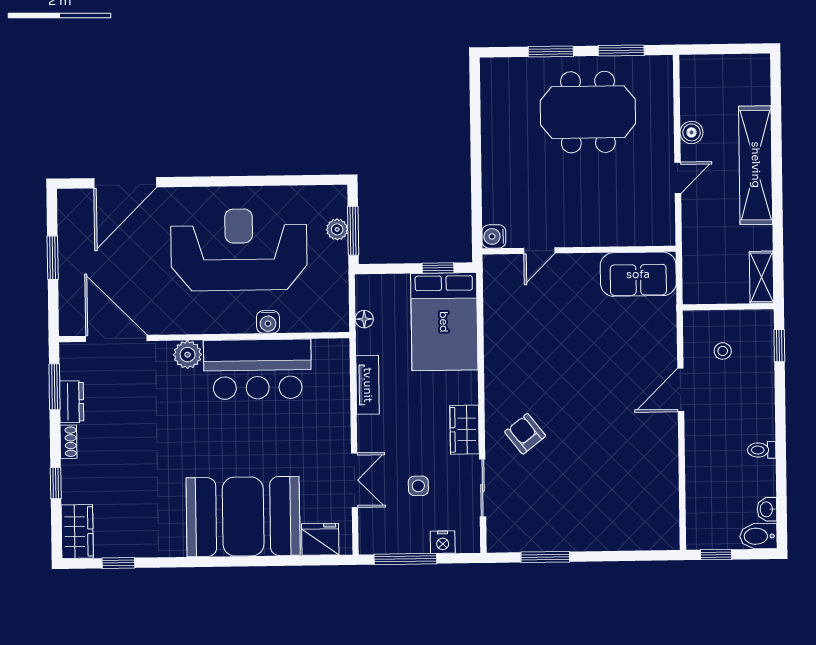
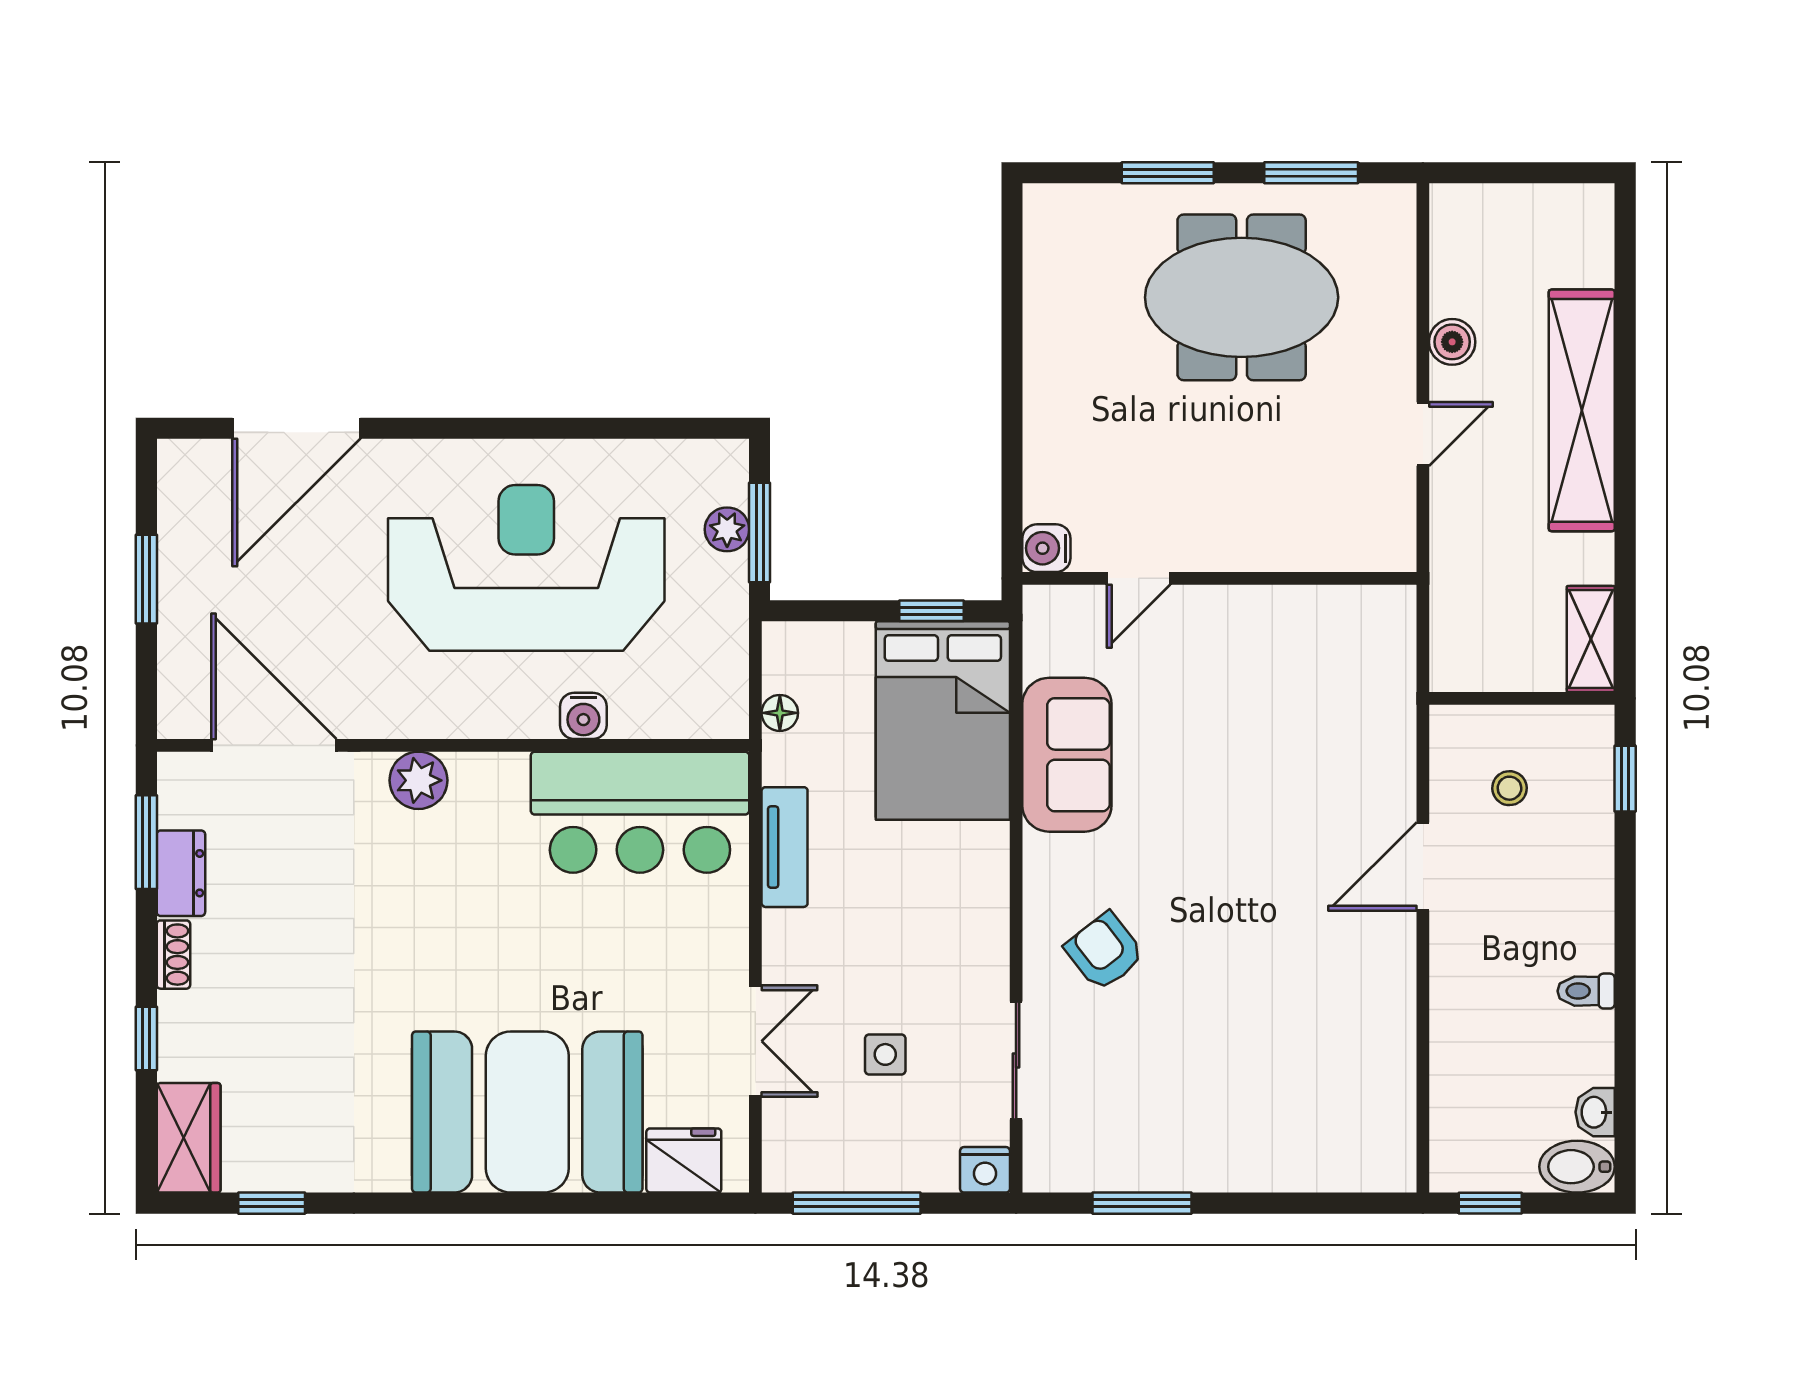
sofa: (638, 274) -> (1067, 755), moved, turned -90
bar counter: (257, 369) -> (640, 812), moved
wardrobe: (464, 430) -> (981, 941), removed
nightstand: (443, 542) -> (985, 1170), moved

